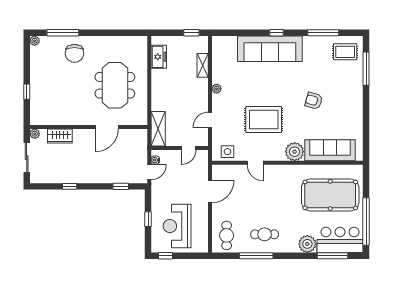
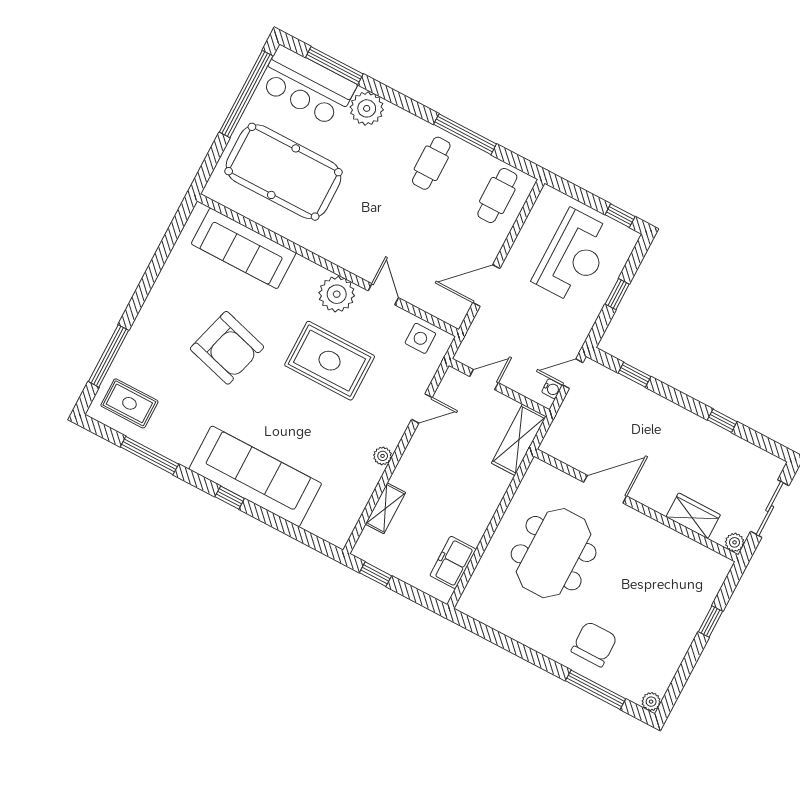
armchair: (314, 101) -> (227, 348), width x1.88, depth x1.88
plant: (295, 152) -> (337, 294), moved
cafe table: (265, 234) -> (431, 163), turned 90

